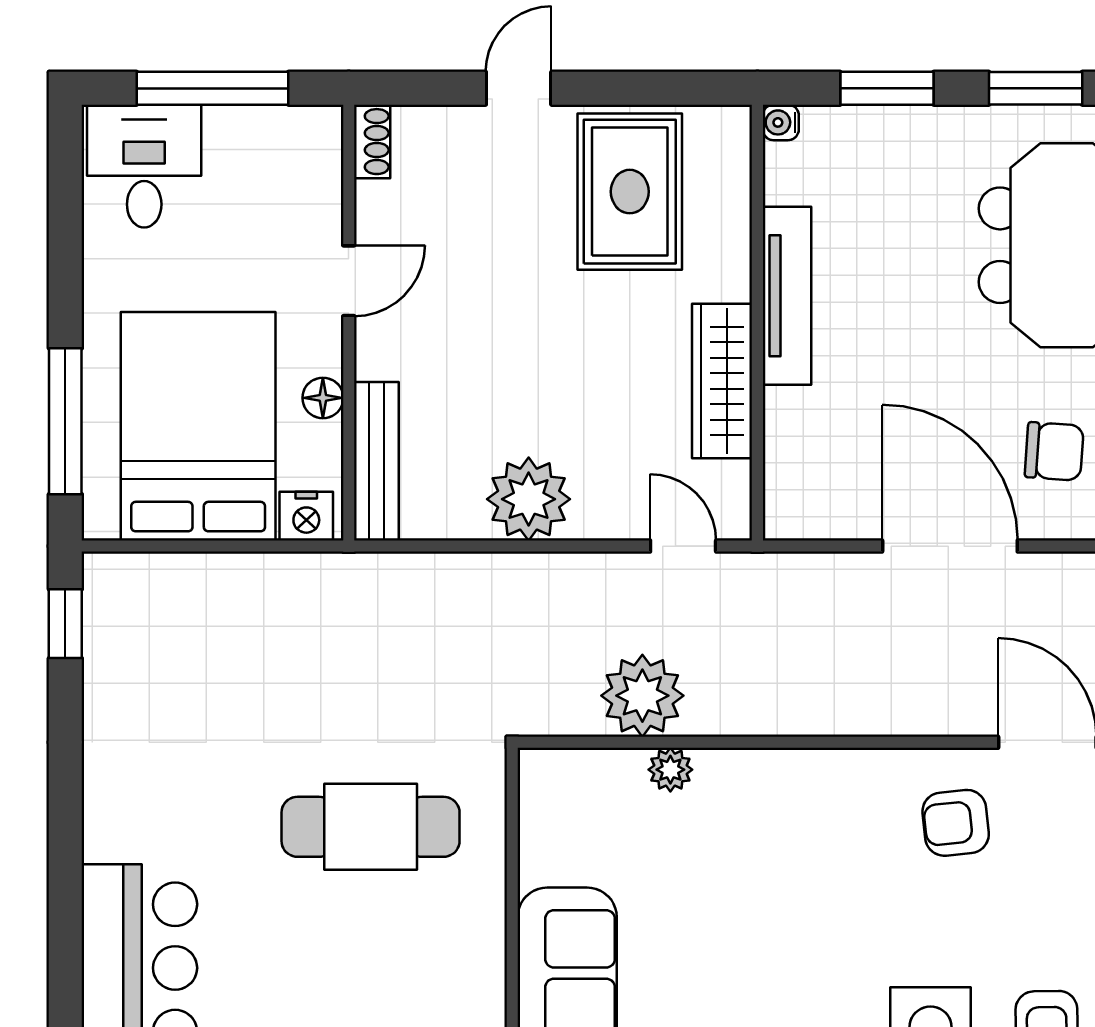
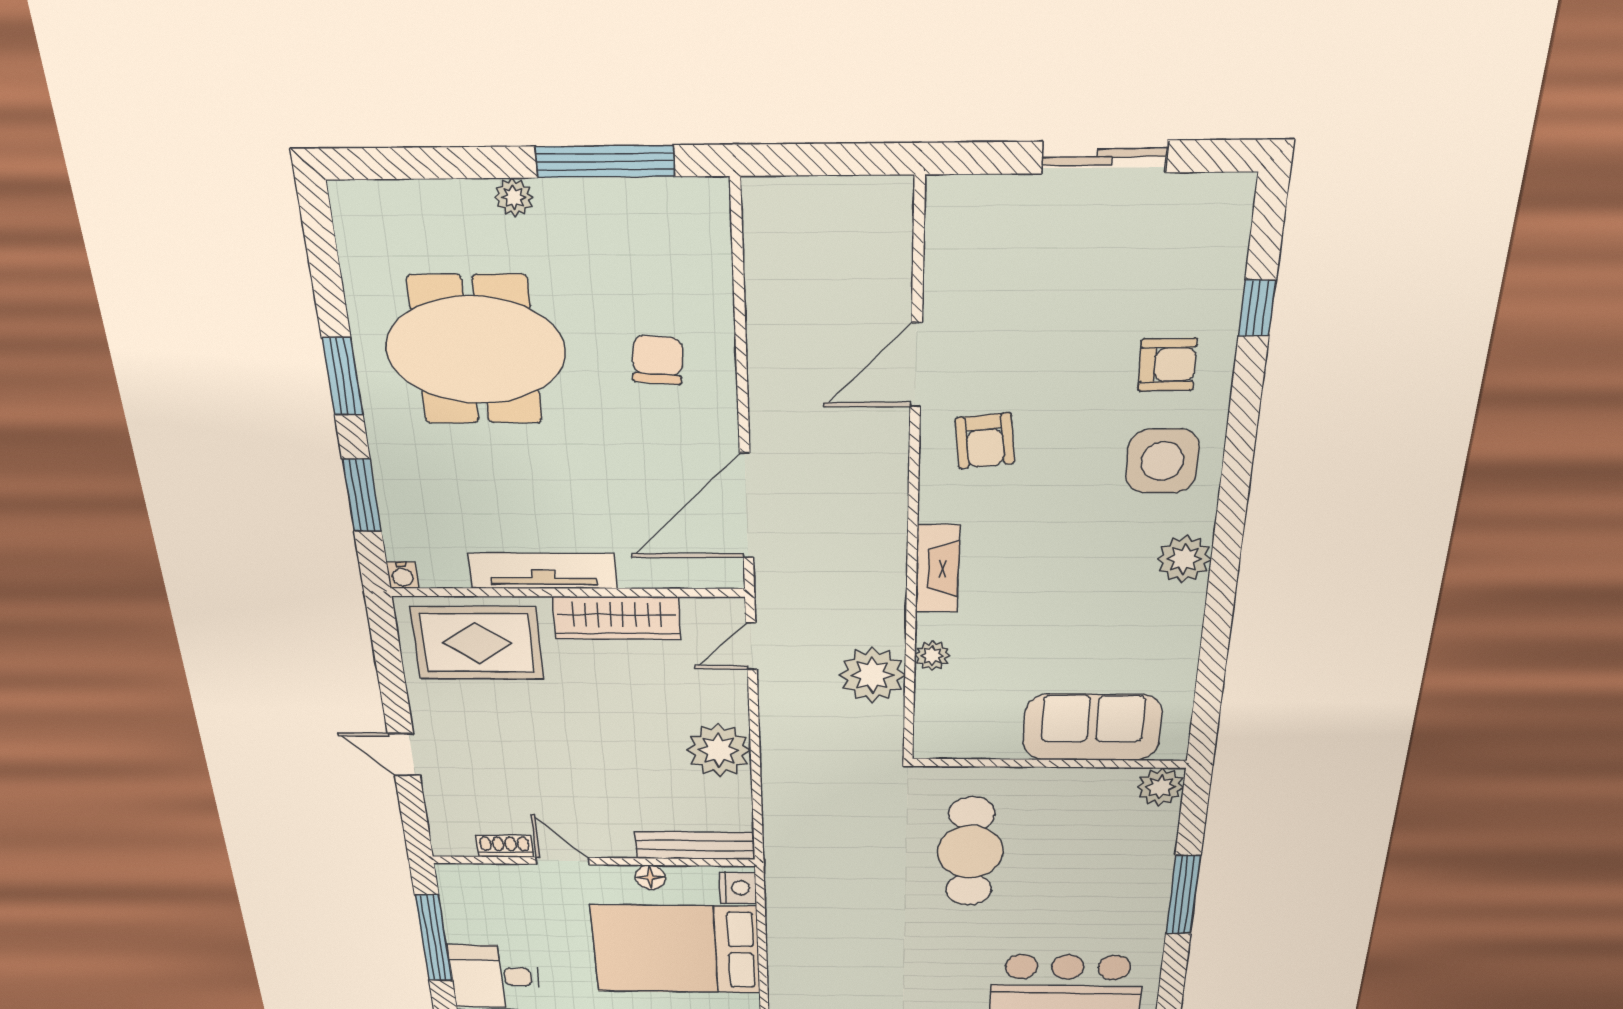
shoe rack: (372, 142) -> (505, 846), moved
rug: (630, 192) -> (477, 643), moved
door: (950, 546) -> (747, 506), moved
fireplace: (791, 773) -> (937, 569), added

